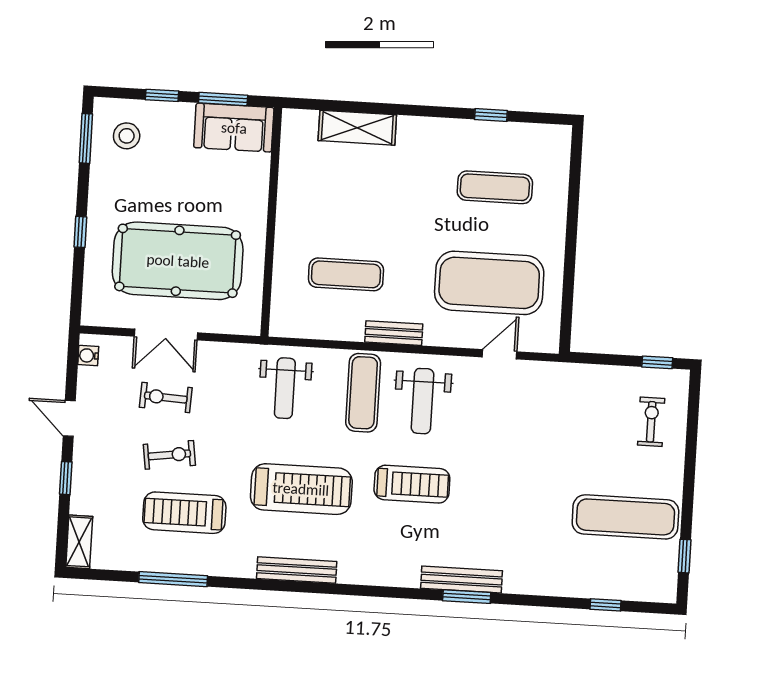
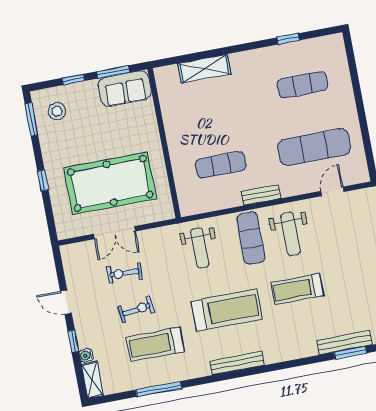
exercise mat: (489, 283) -> (314, 147), width x0.68
water cooler: (88, 356) -> (86, 355), moved
treadmill: (412, 484) -> (297, 289), turned 180

